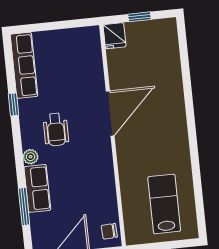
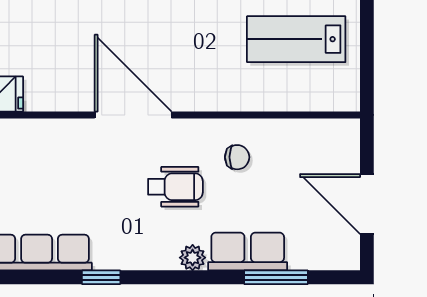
wheelchair: (56, 129) -> (175, 187), moved
chair: (109, 231) -> (237, 157), moved, turned -87

